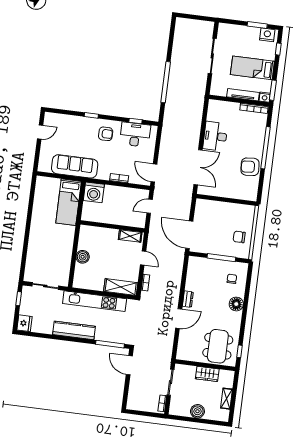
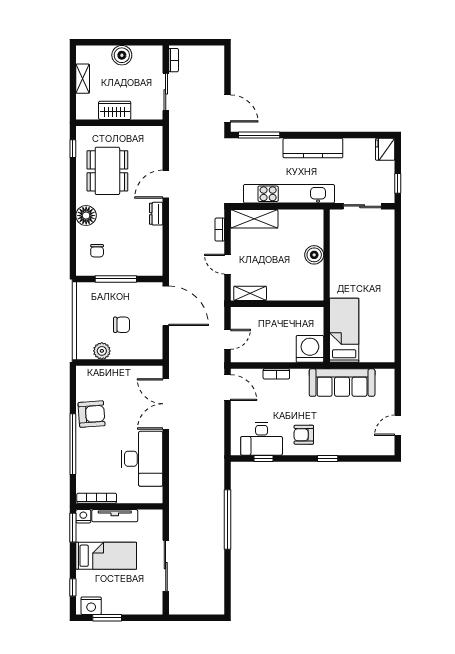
desk: (215, 136) -> (142, 459), width x1.36, depth x1.30
plant: (237, 209) -> (102, 351), added
chair: (239, 237) -> (122, 325), moved
dining table: (218, 346) -> (107, 171), moved

